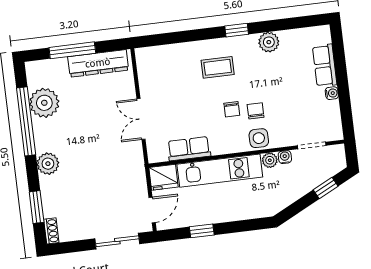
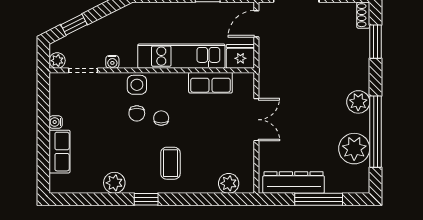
plant: (160, 55) -> (229, 183), added
coffee table: (218, 67) -> (170, 163), turned 90
plant: (270, 160) -> (57, 61), moved
plant: (48, 164) -> (358, 102), moved

